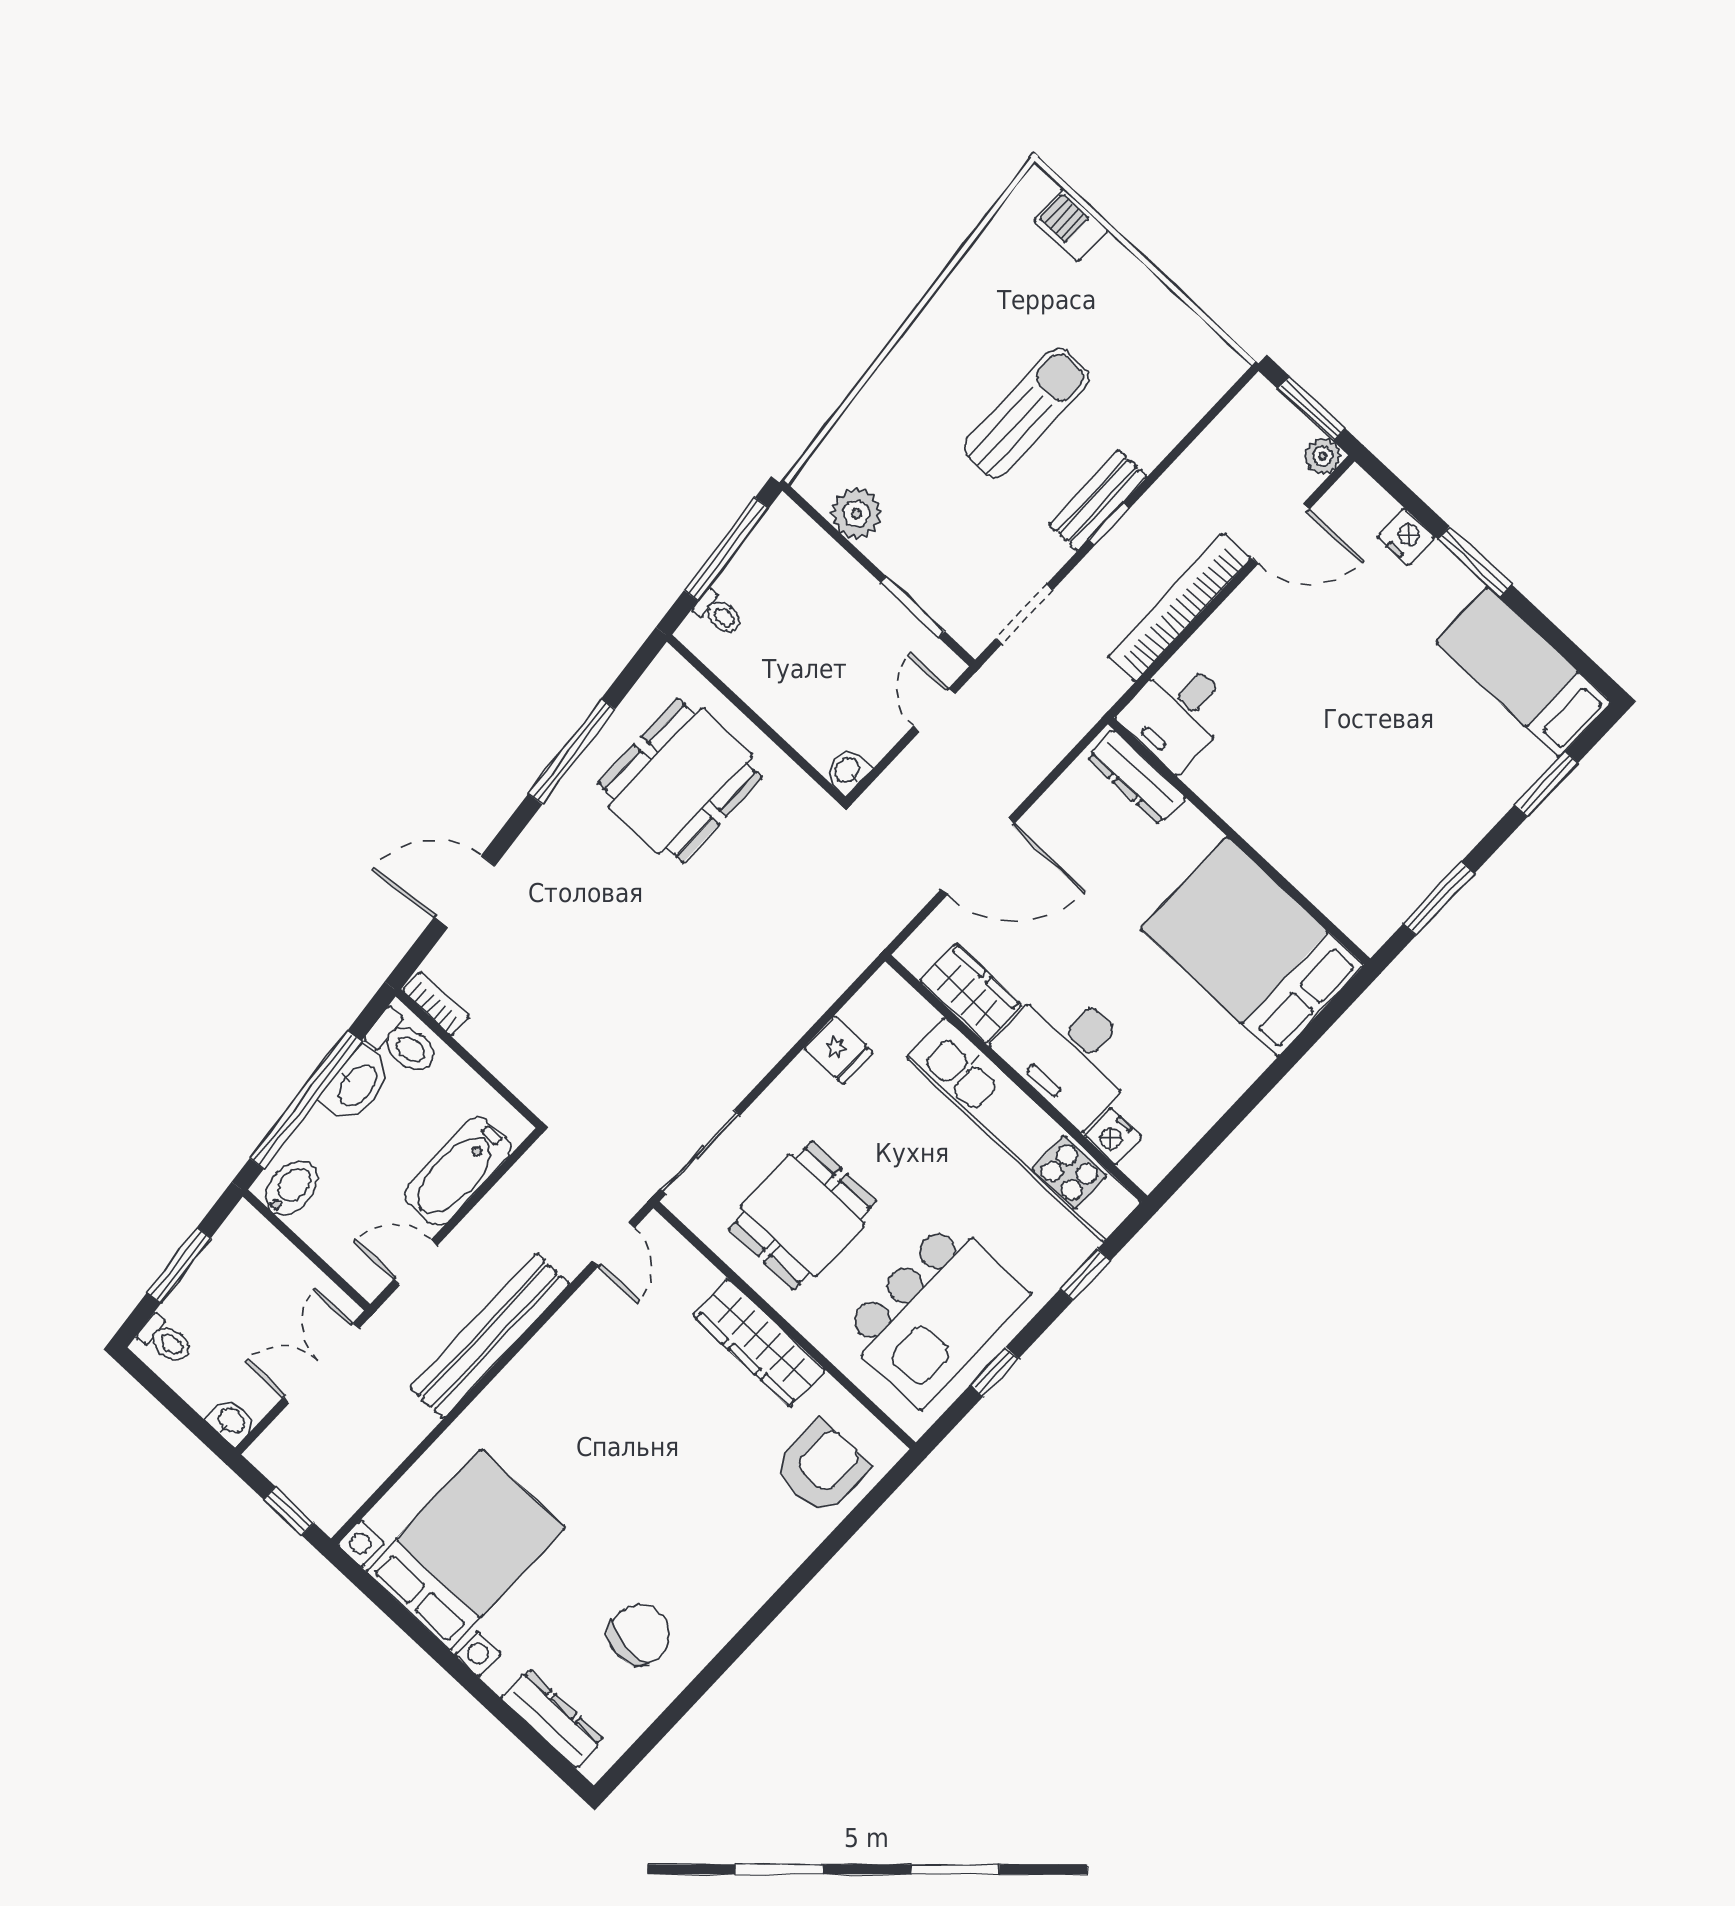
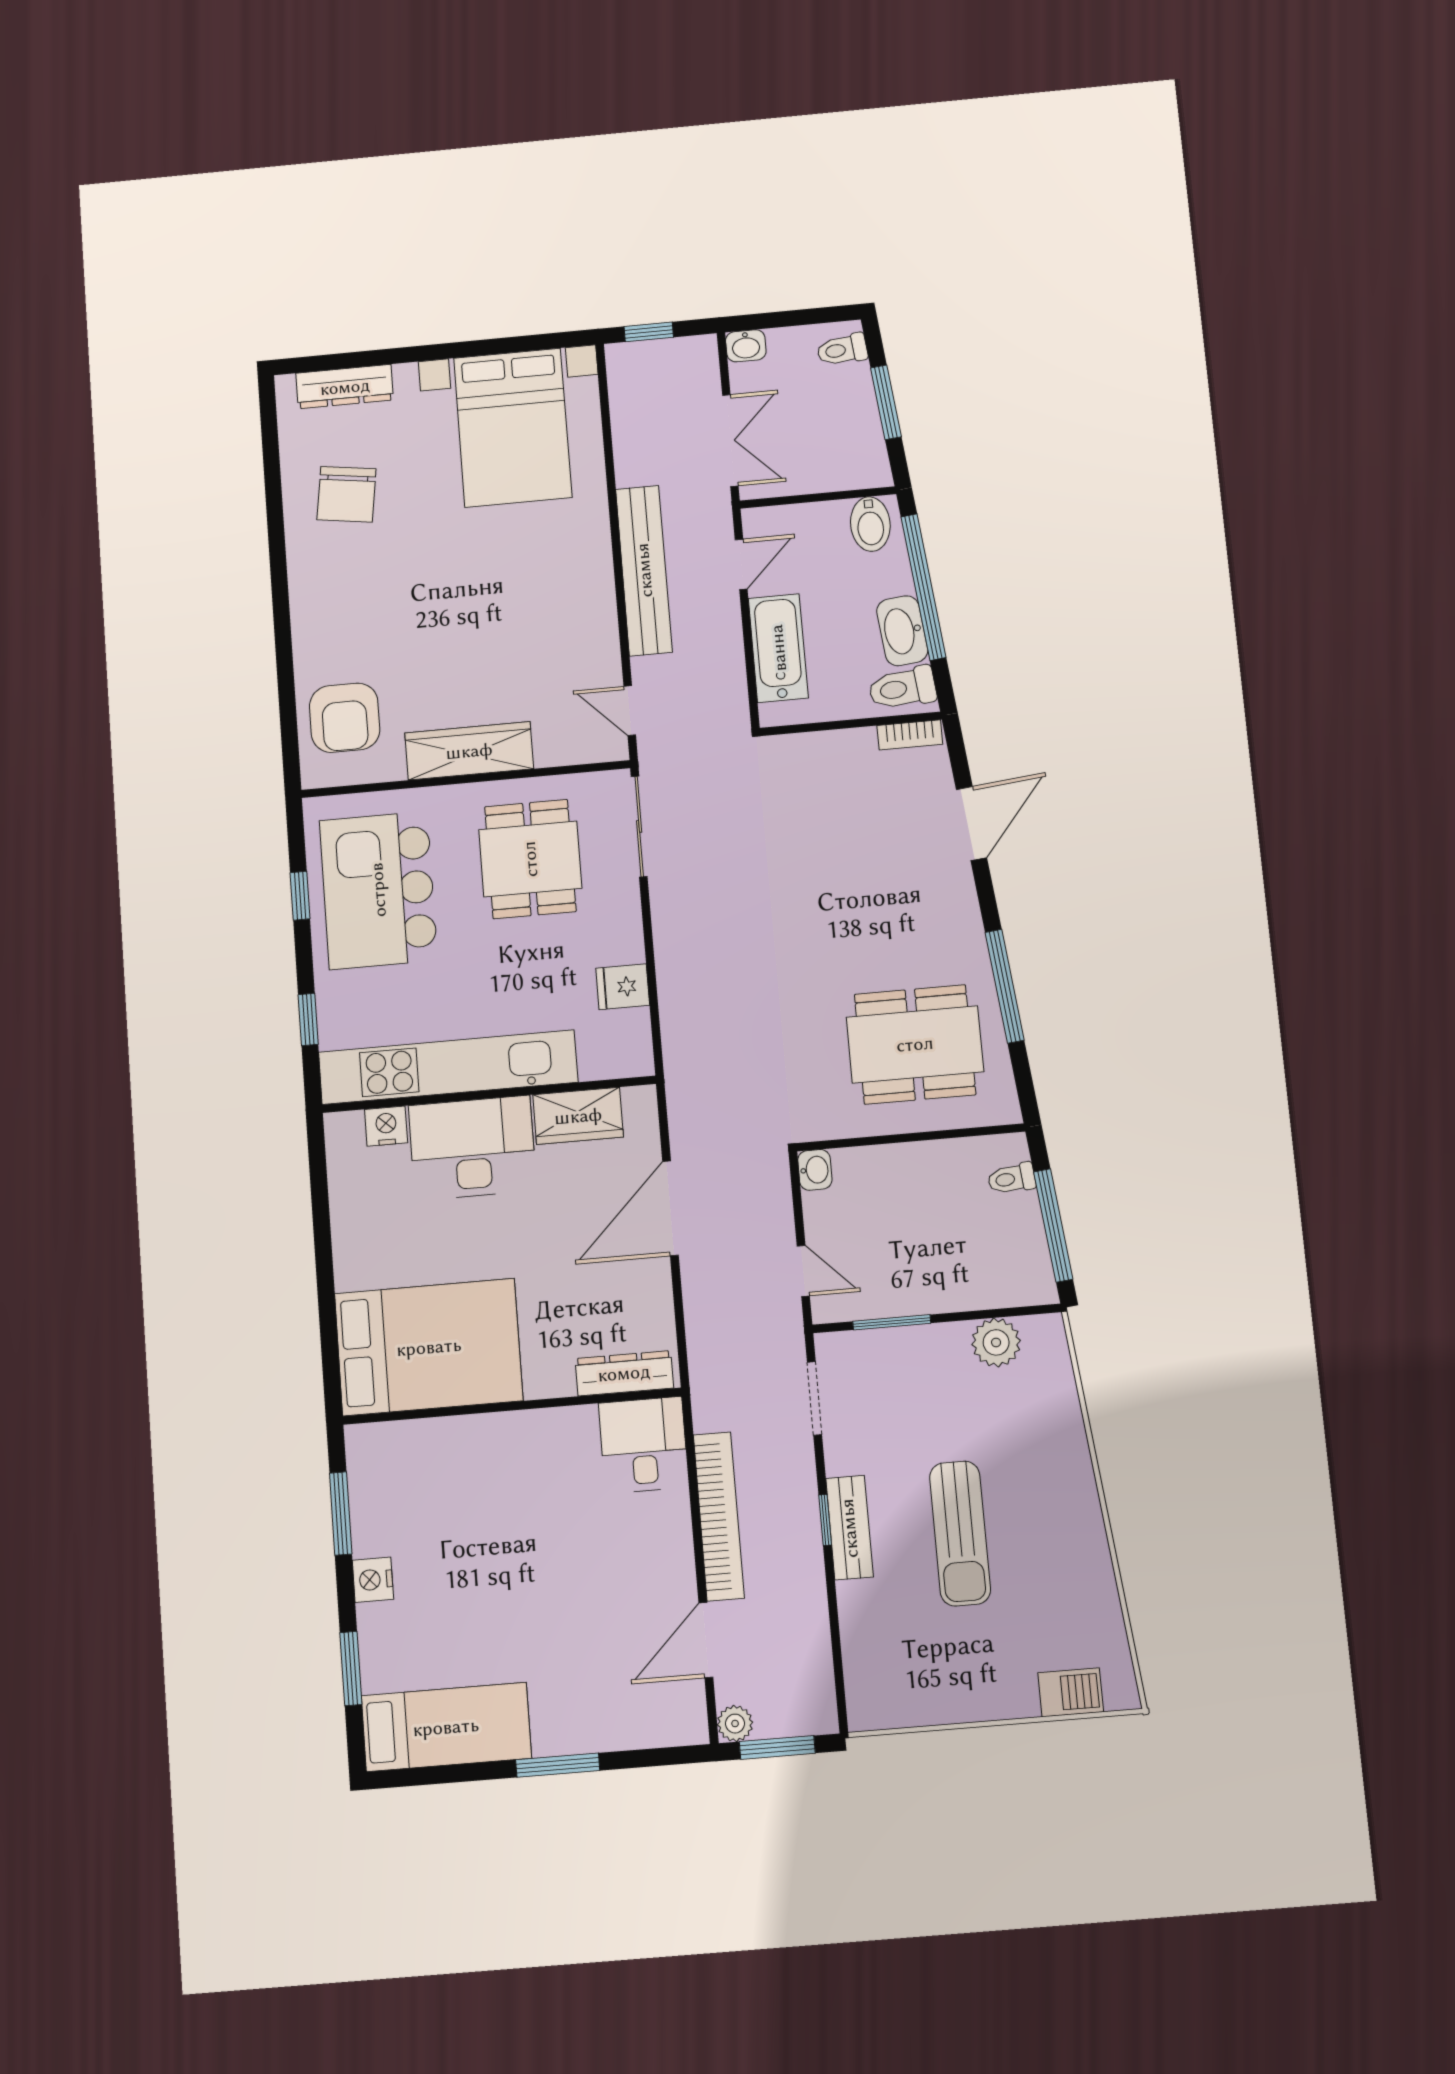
nightstand: (1407, 537) -> (373, 1580), moved, turned 90
dining table: (680, 781) -> (915, 1044), turned 90

